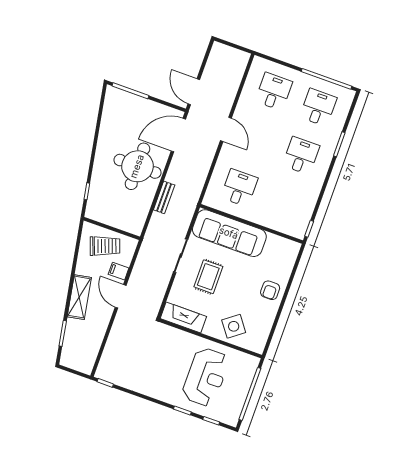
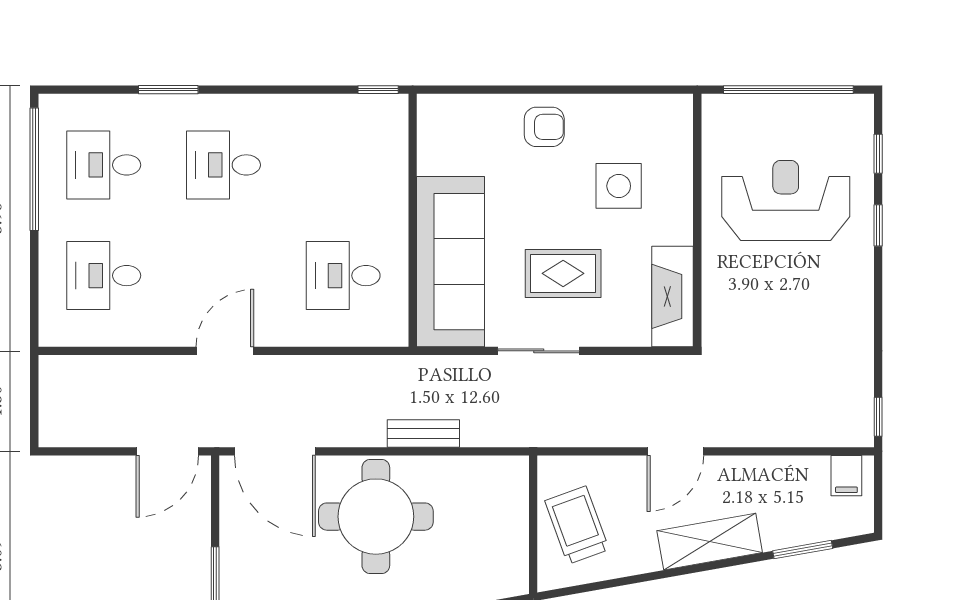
filing cabinet: (119, 271) -> (846, 476), moved
side table: (234, 326) -> (619, 186), moved, turned 37

